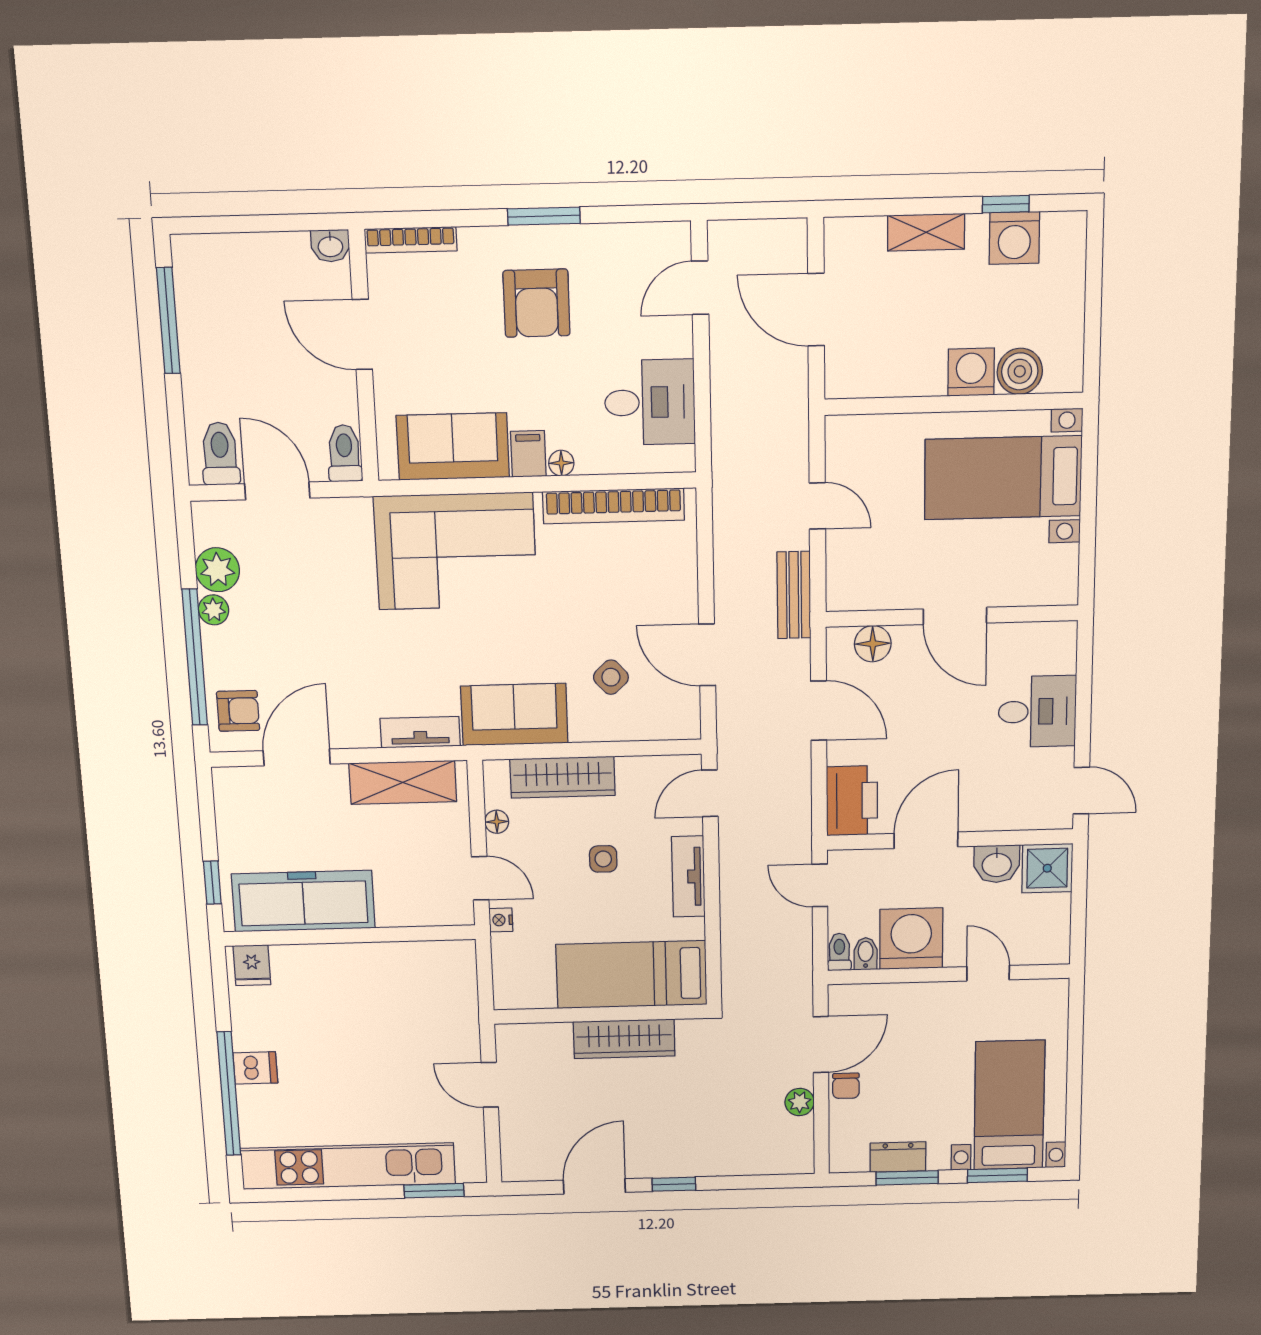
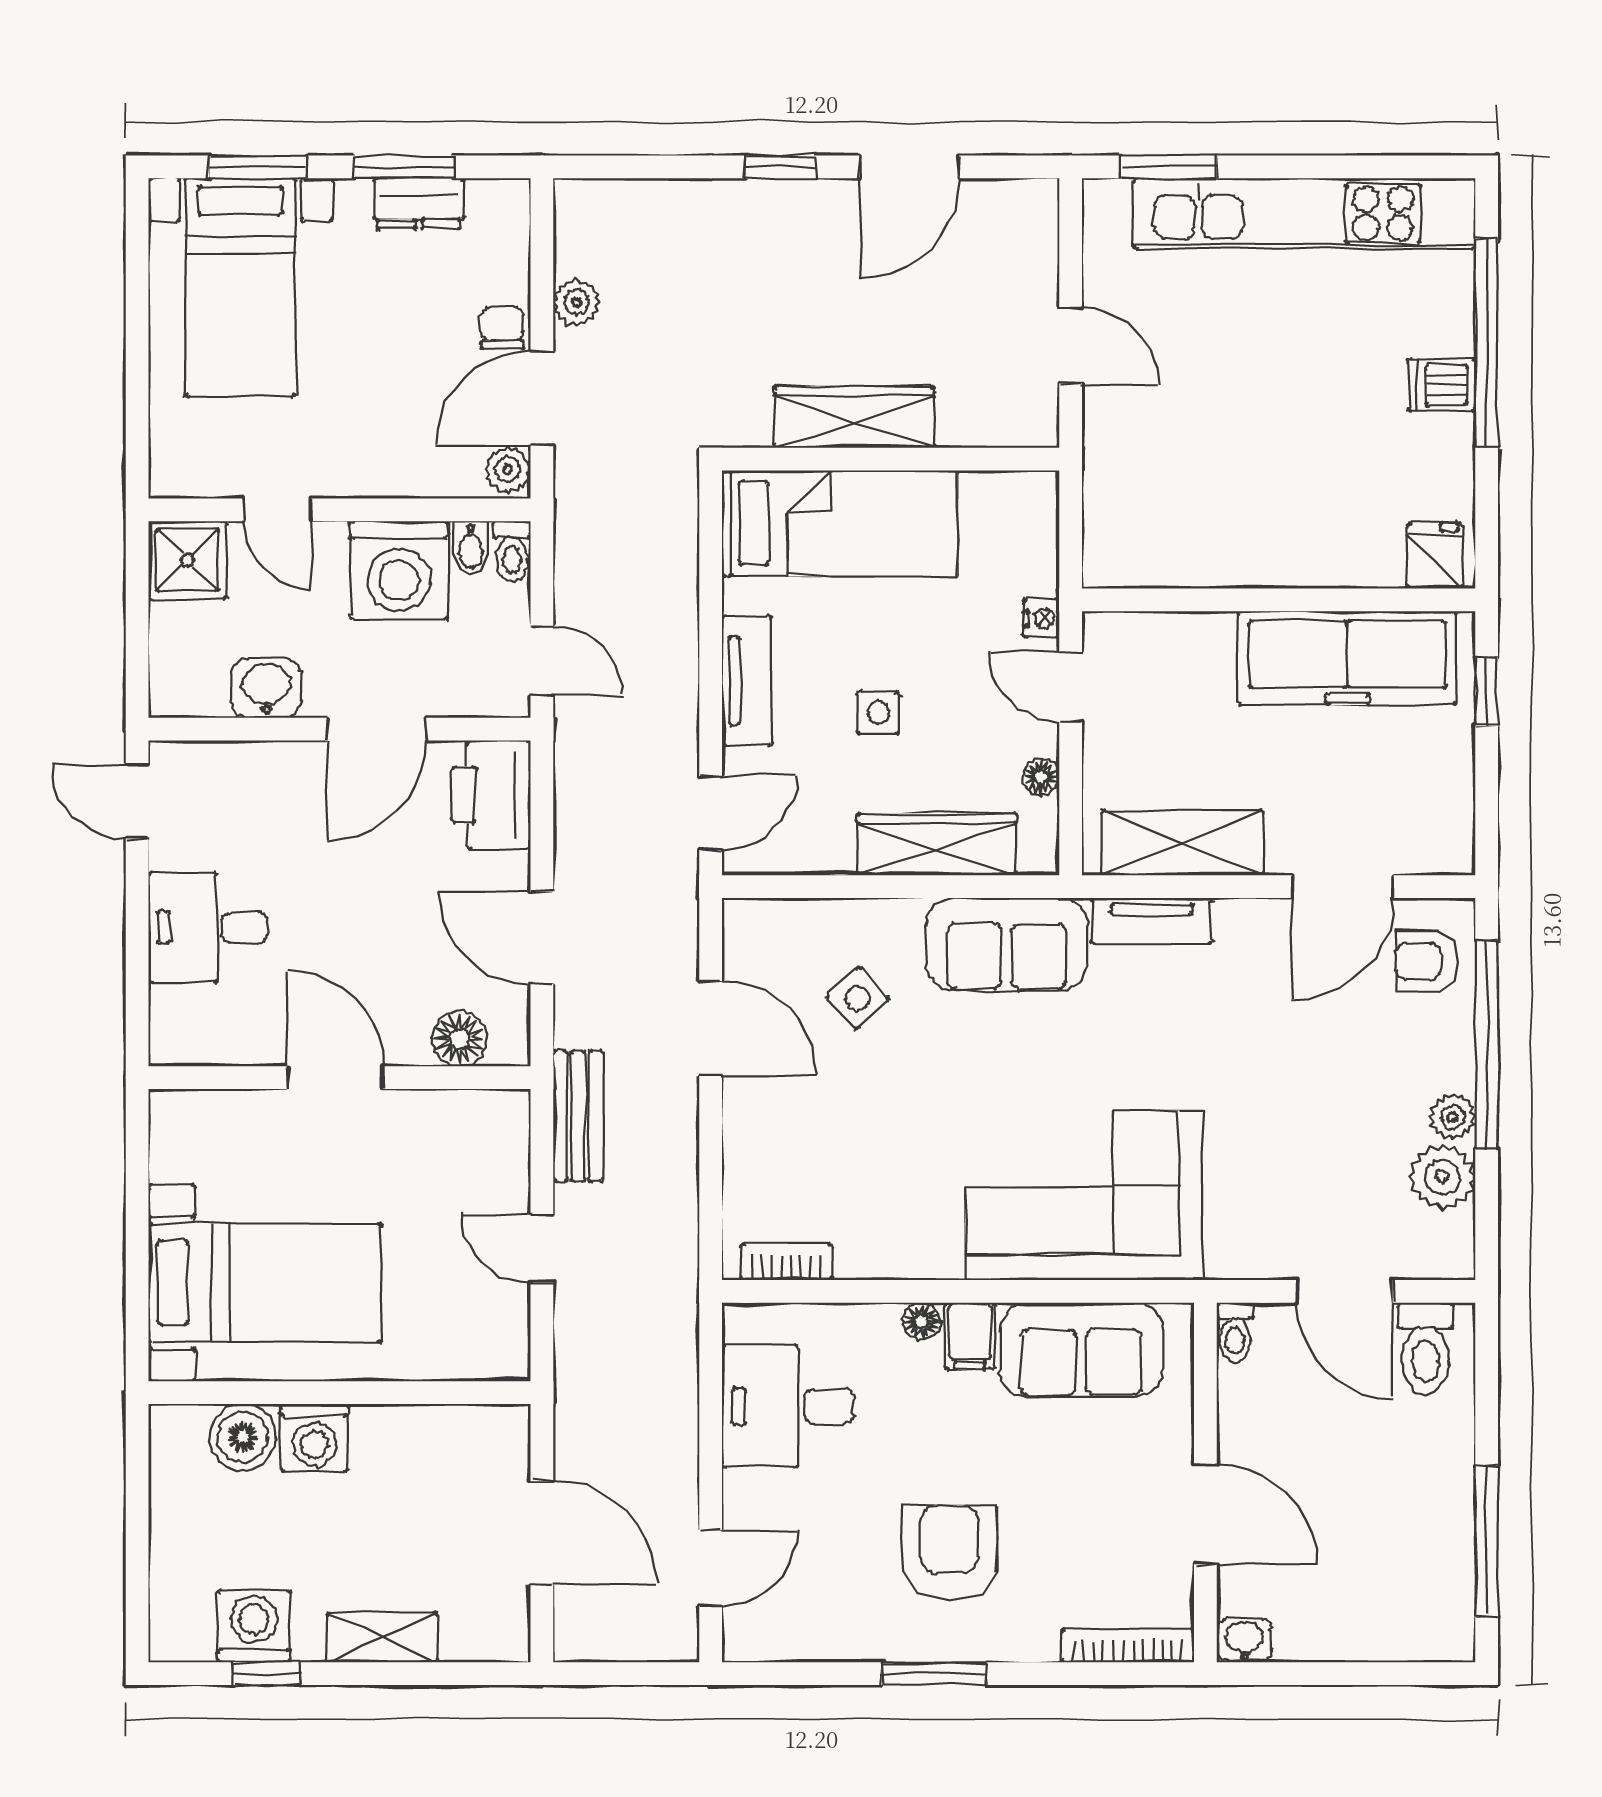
toilet: (344, 453) -> (1235, 1332), width x0.73, depth x0.72
bookcase: (614, 506) -> (786, 1262), width x0.43, depth x0.76
shower: (1047, 868) -> (187, 560), moved
plant: (842, 1001) -> (508, 469), added

